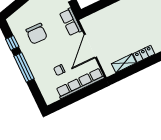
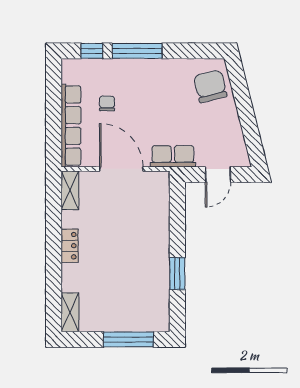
chair: (37, 34) -> (210, 86), moved, turned 74
window: (12, 43) -> (92, 51), moved
shelving: (124, 63) -> (70, 190), moved

